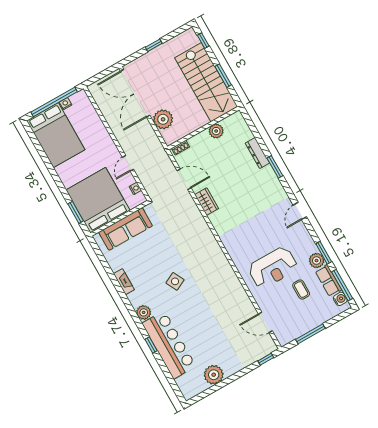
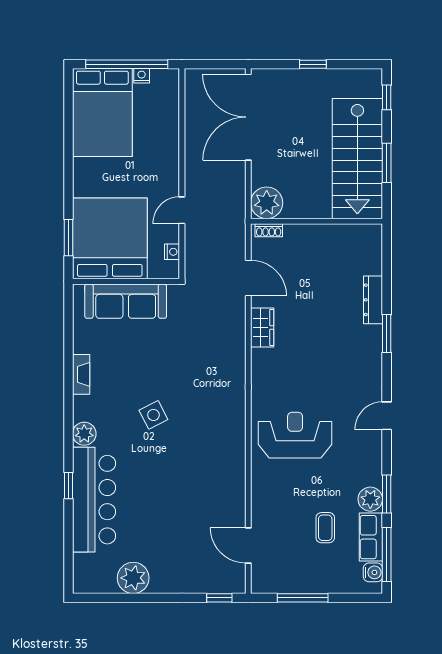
plant: (163, 119) -> (267, 203), moved
plant: (216, 131) -> (332, 236), removed
reception desk: (273, 268) -> (295, 435), moved, turned 180

